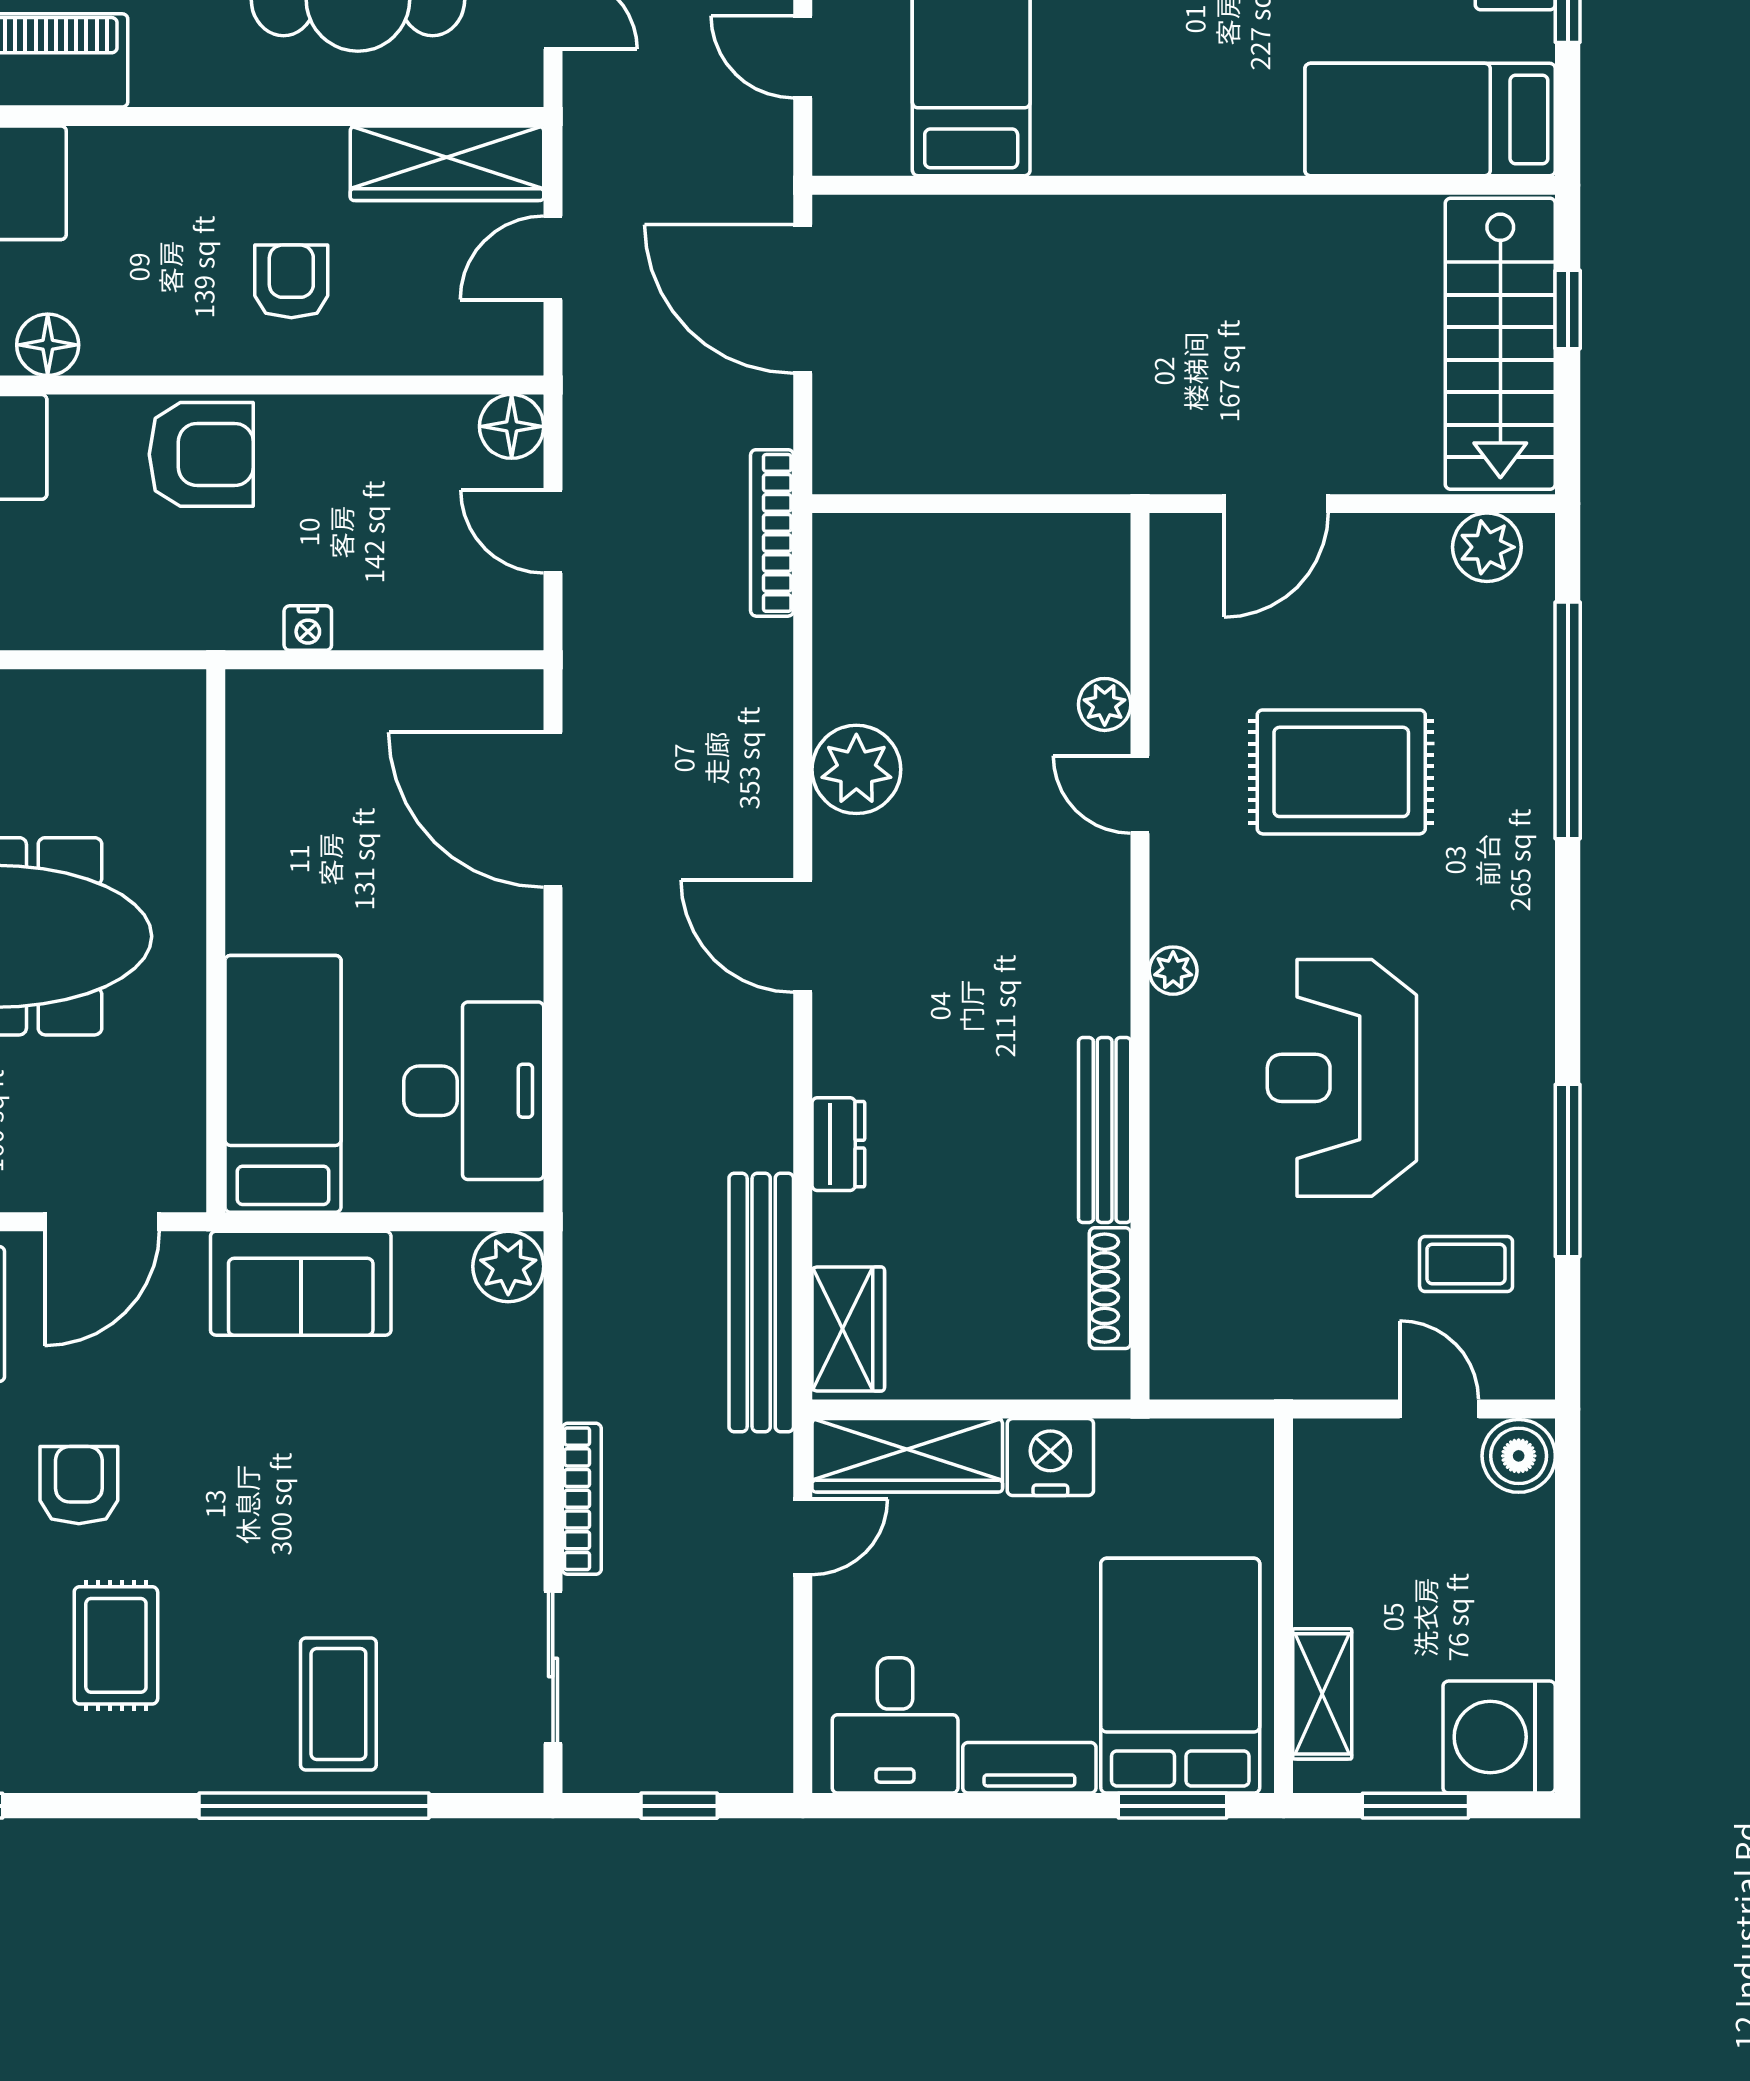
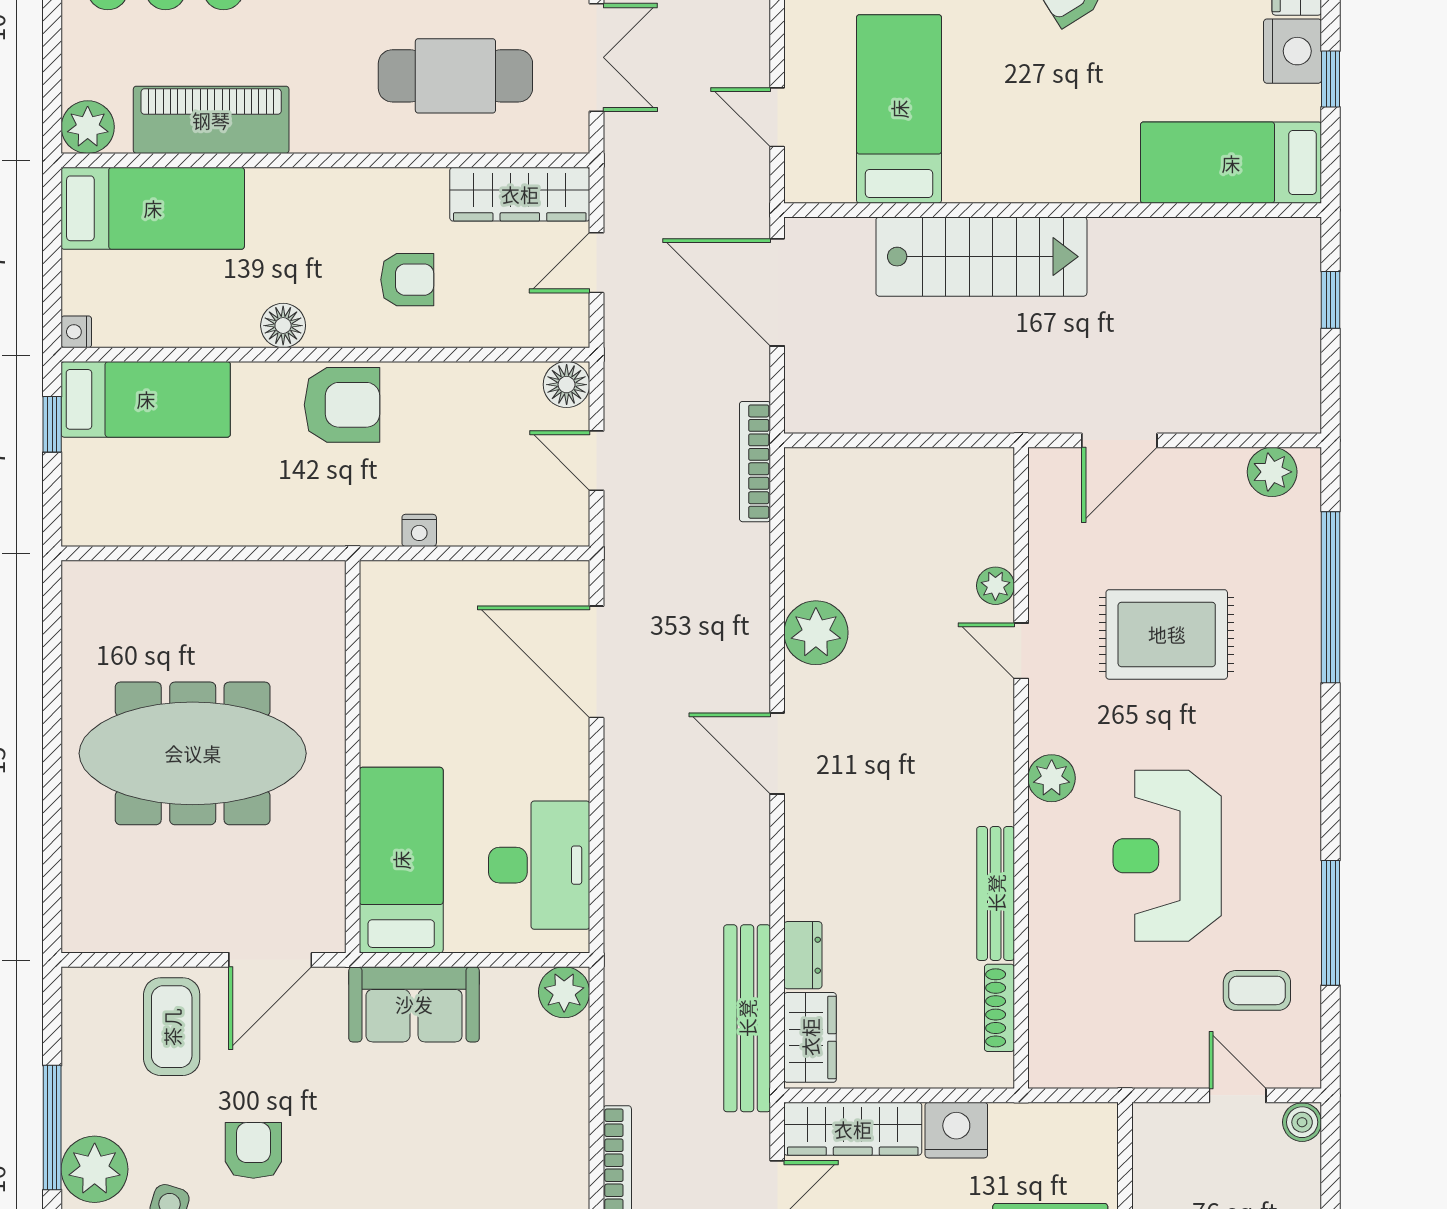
armchair: (291, 281) -> (407, 280), turned 90
stairs: (1500, 344) -> (981, 257), moved, turned -90
floor lamp: (48, 345) -> (283, 326), moved
plant: (1173, 971) -> (1052, 778), width x1.38, depth x1.38
dresser: (838, 1144) -> (803, 955), moved
boiler: (1519, 1456) -> (1302, 1122), width x0.73, depth x0.73

